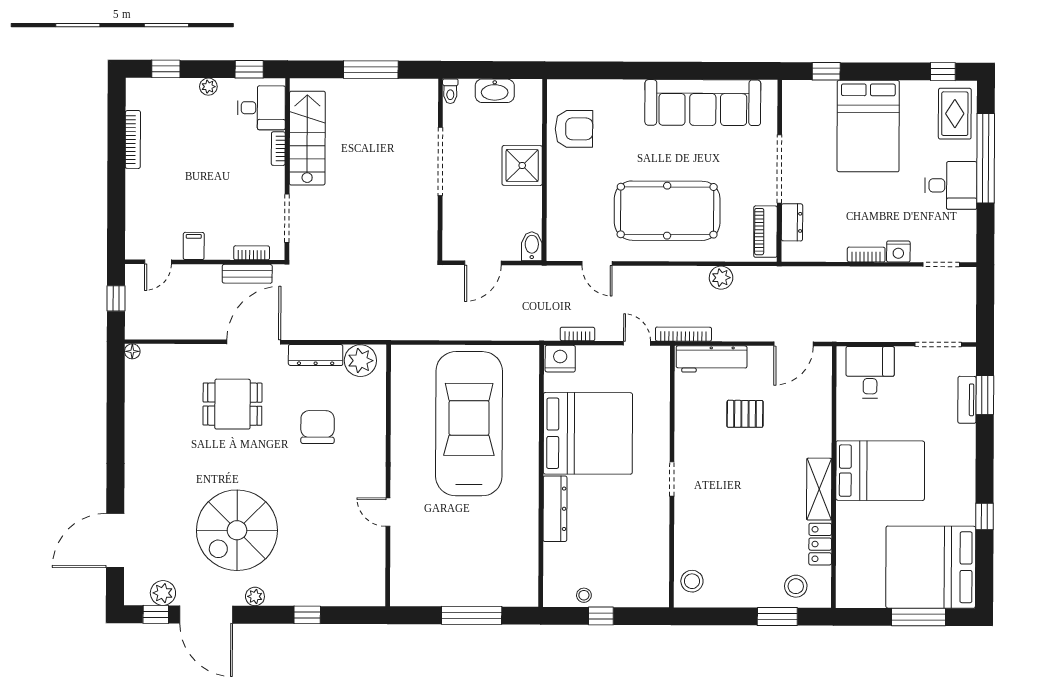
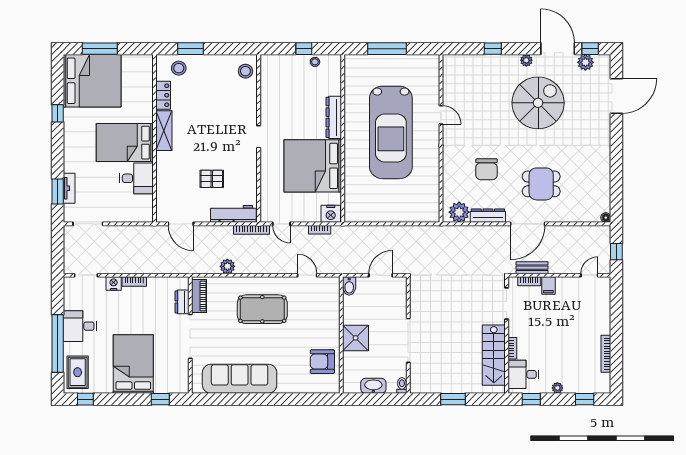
window: (371, 70) -> (453, 399), width x0.69
pool table: (667, 211) -> (262, 309), width x0.73, depth x0.76
filing cabinet: (194, 246) -> (548, 285), moved
door: (794, 344) -> (181, 224), swing flipped
desk: (870, 372) -> (136, 178), moved, turned -90
car: (469, 424) -> (391, 132), moved

